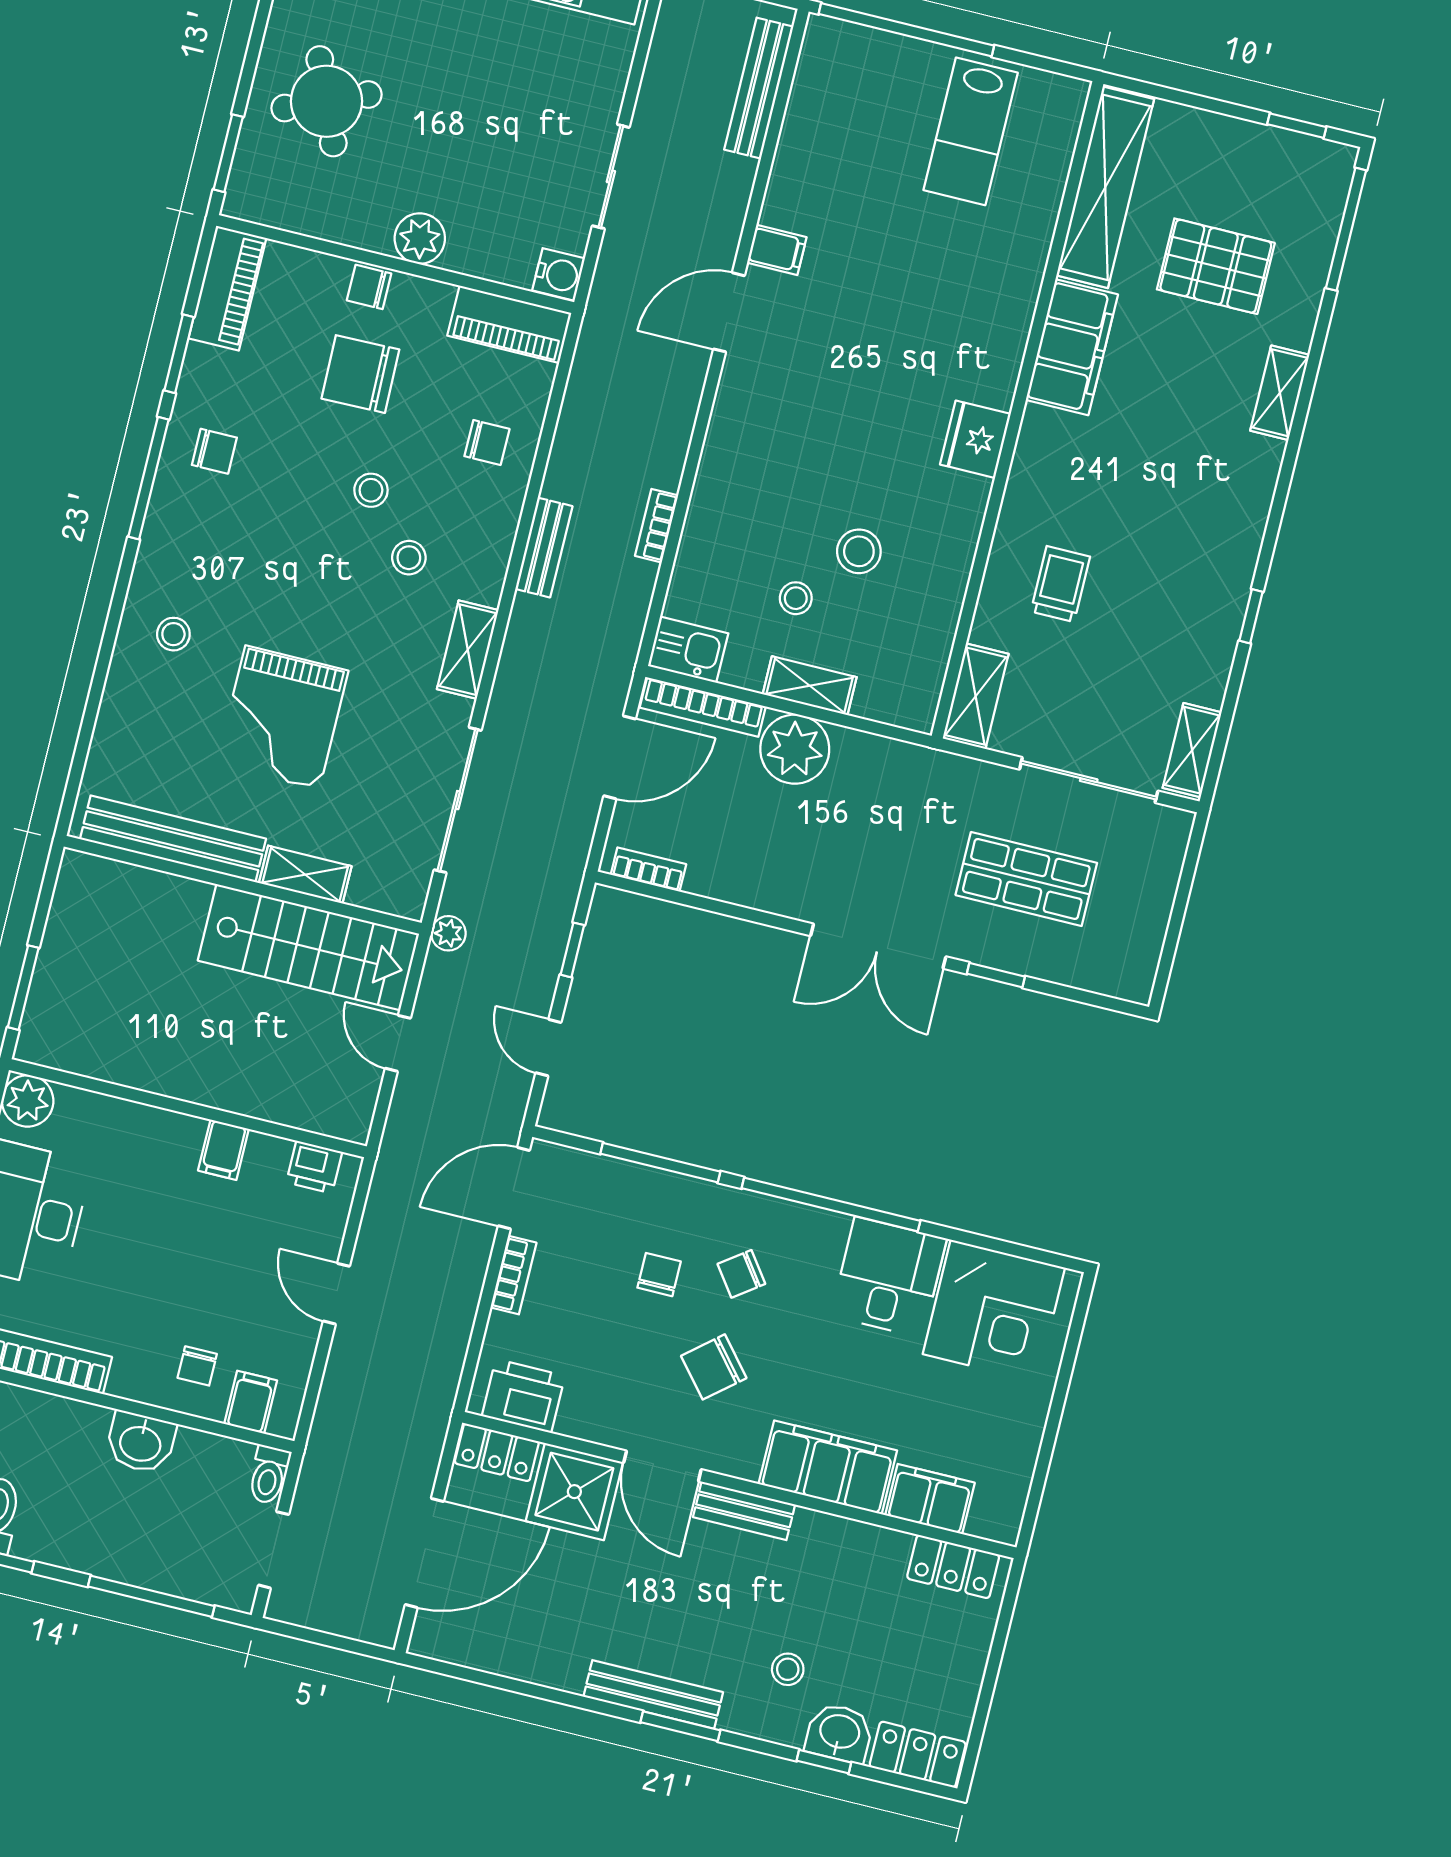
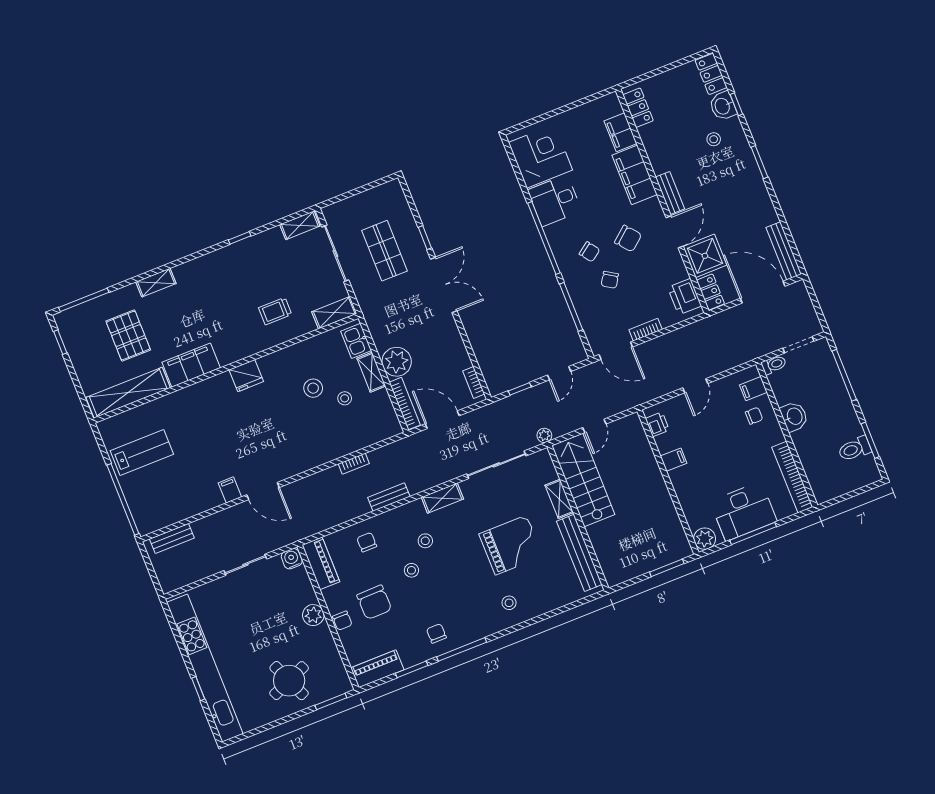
bench: (759, 88) -> (172, 538), width x0.73
kitchen sink: (688, 650) -> (356, 341), moved
chair: (659, 1275) -> (610, 280), turned -58
bench: (653, 1694) -> (784, 251), moved

